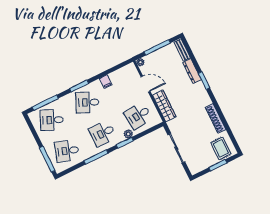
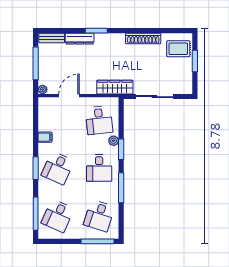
wardrobe: (164, 106) -> (115, 87), moved

